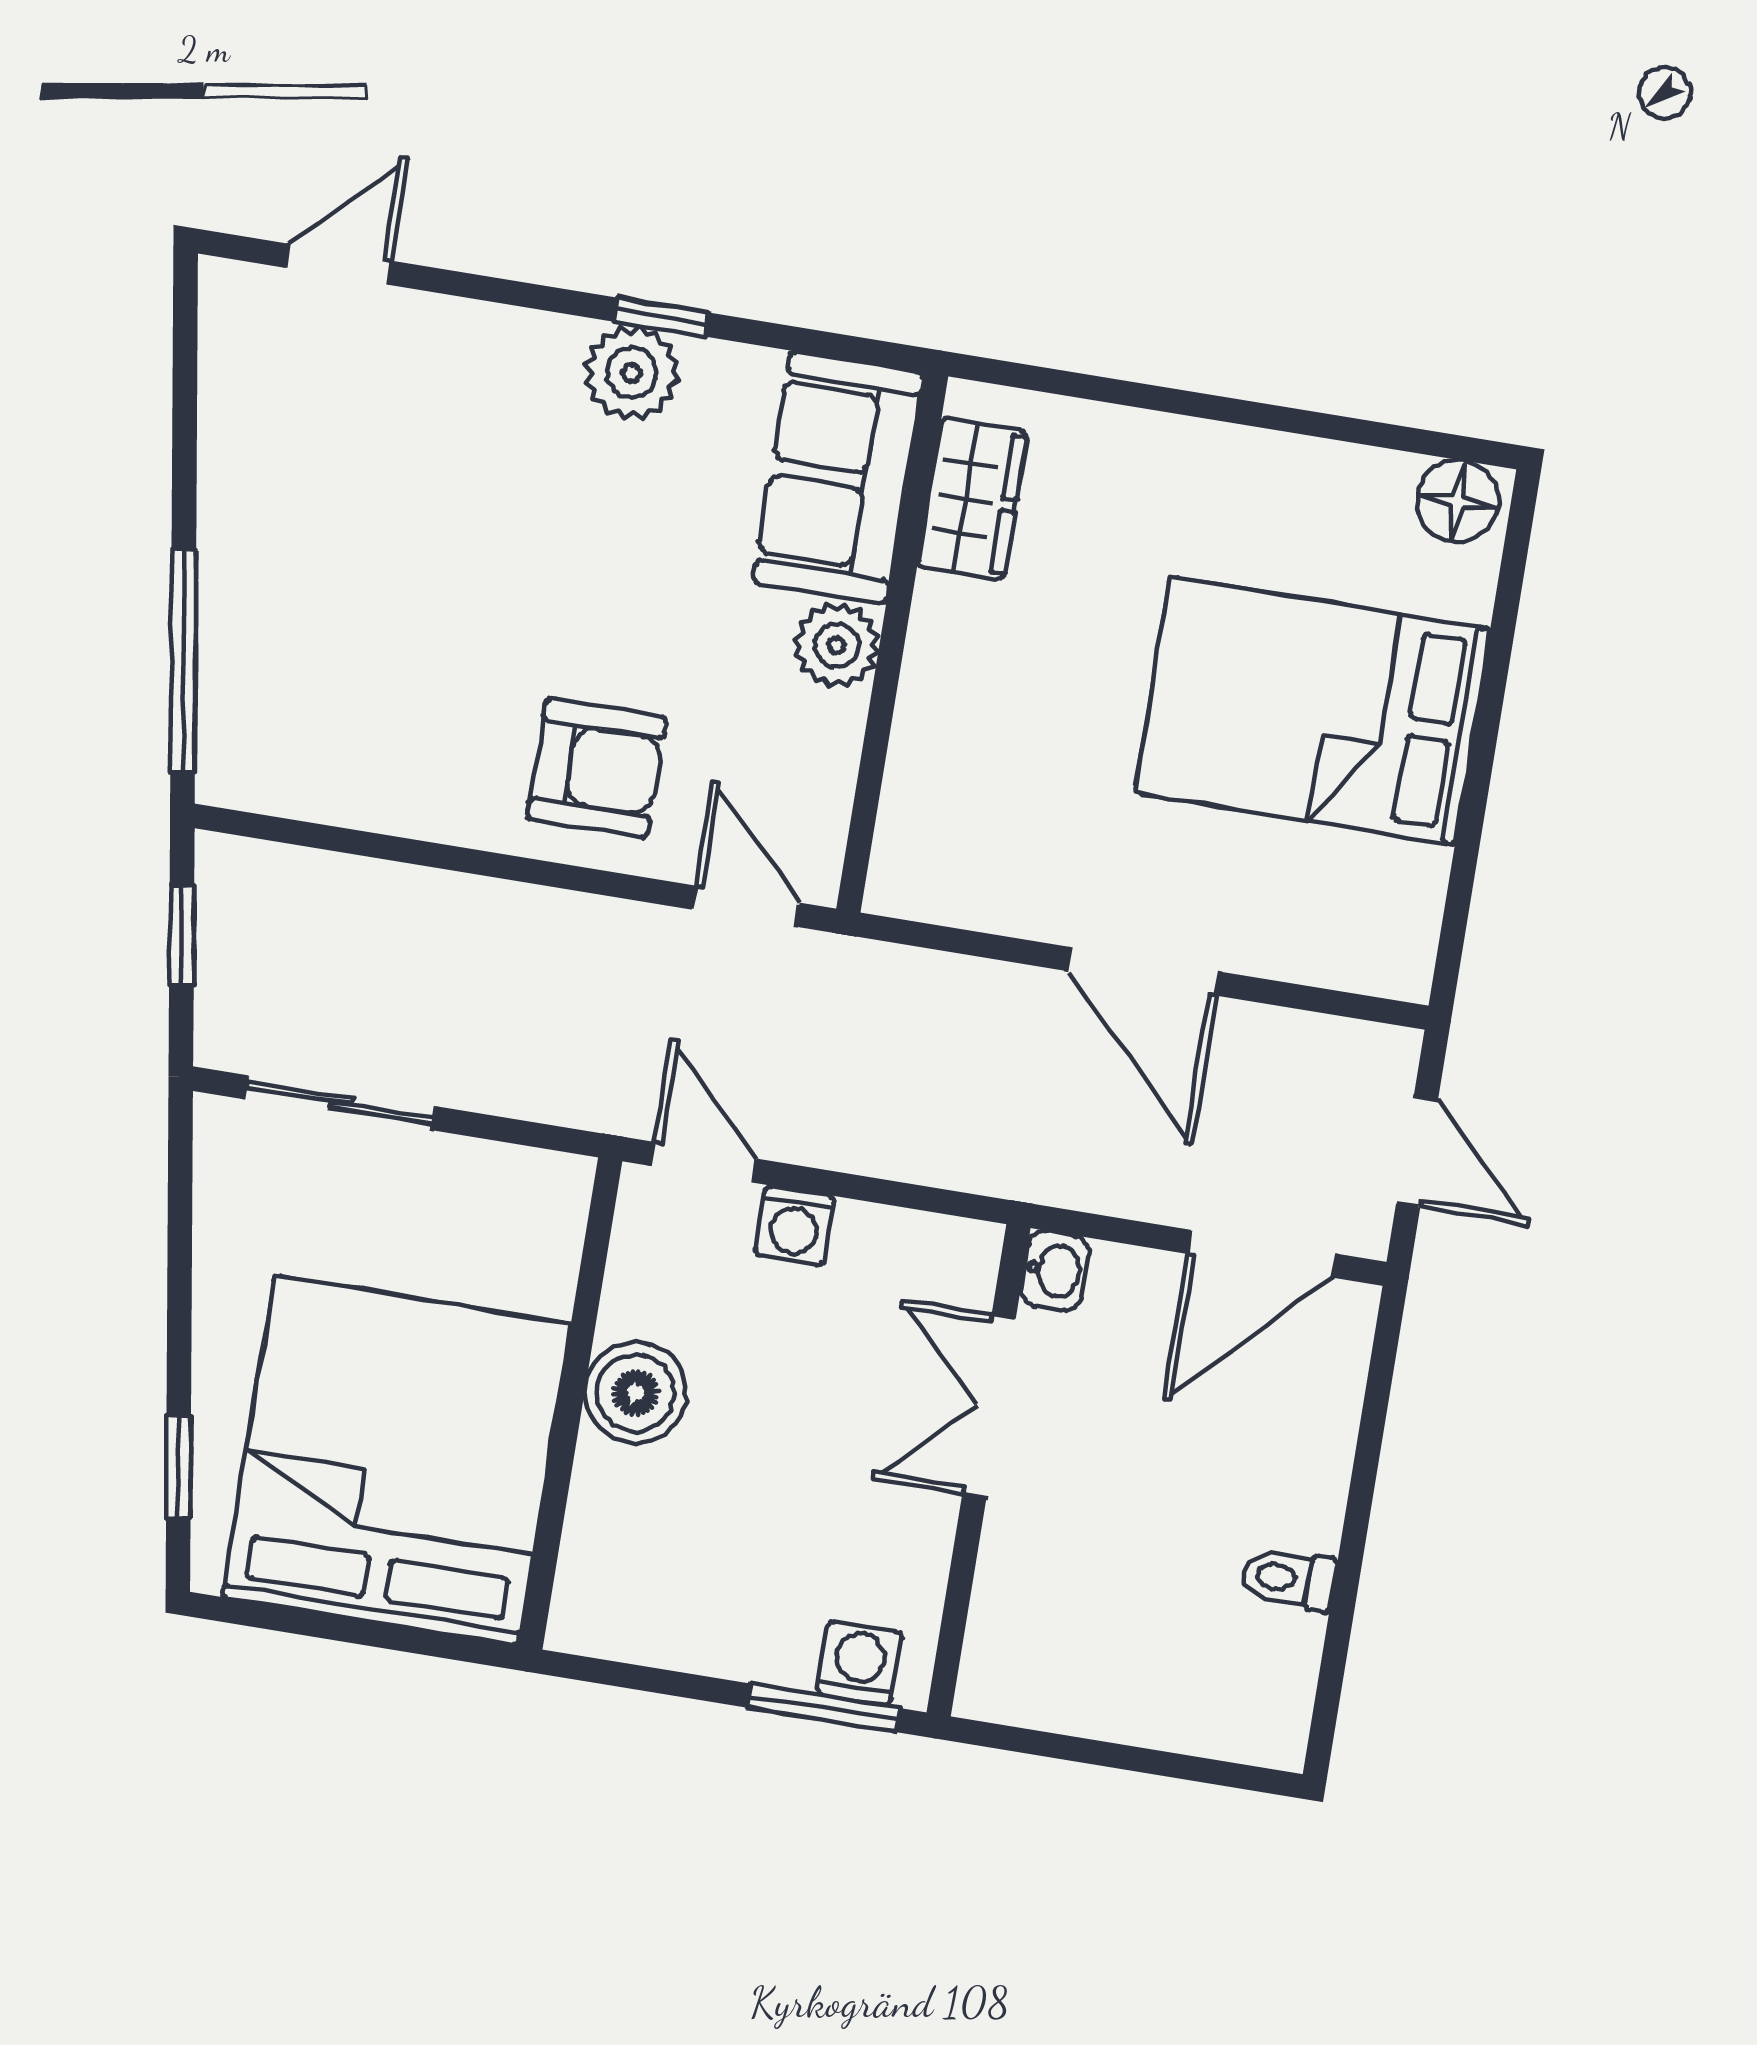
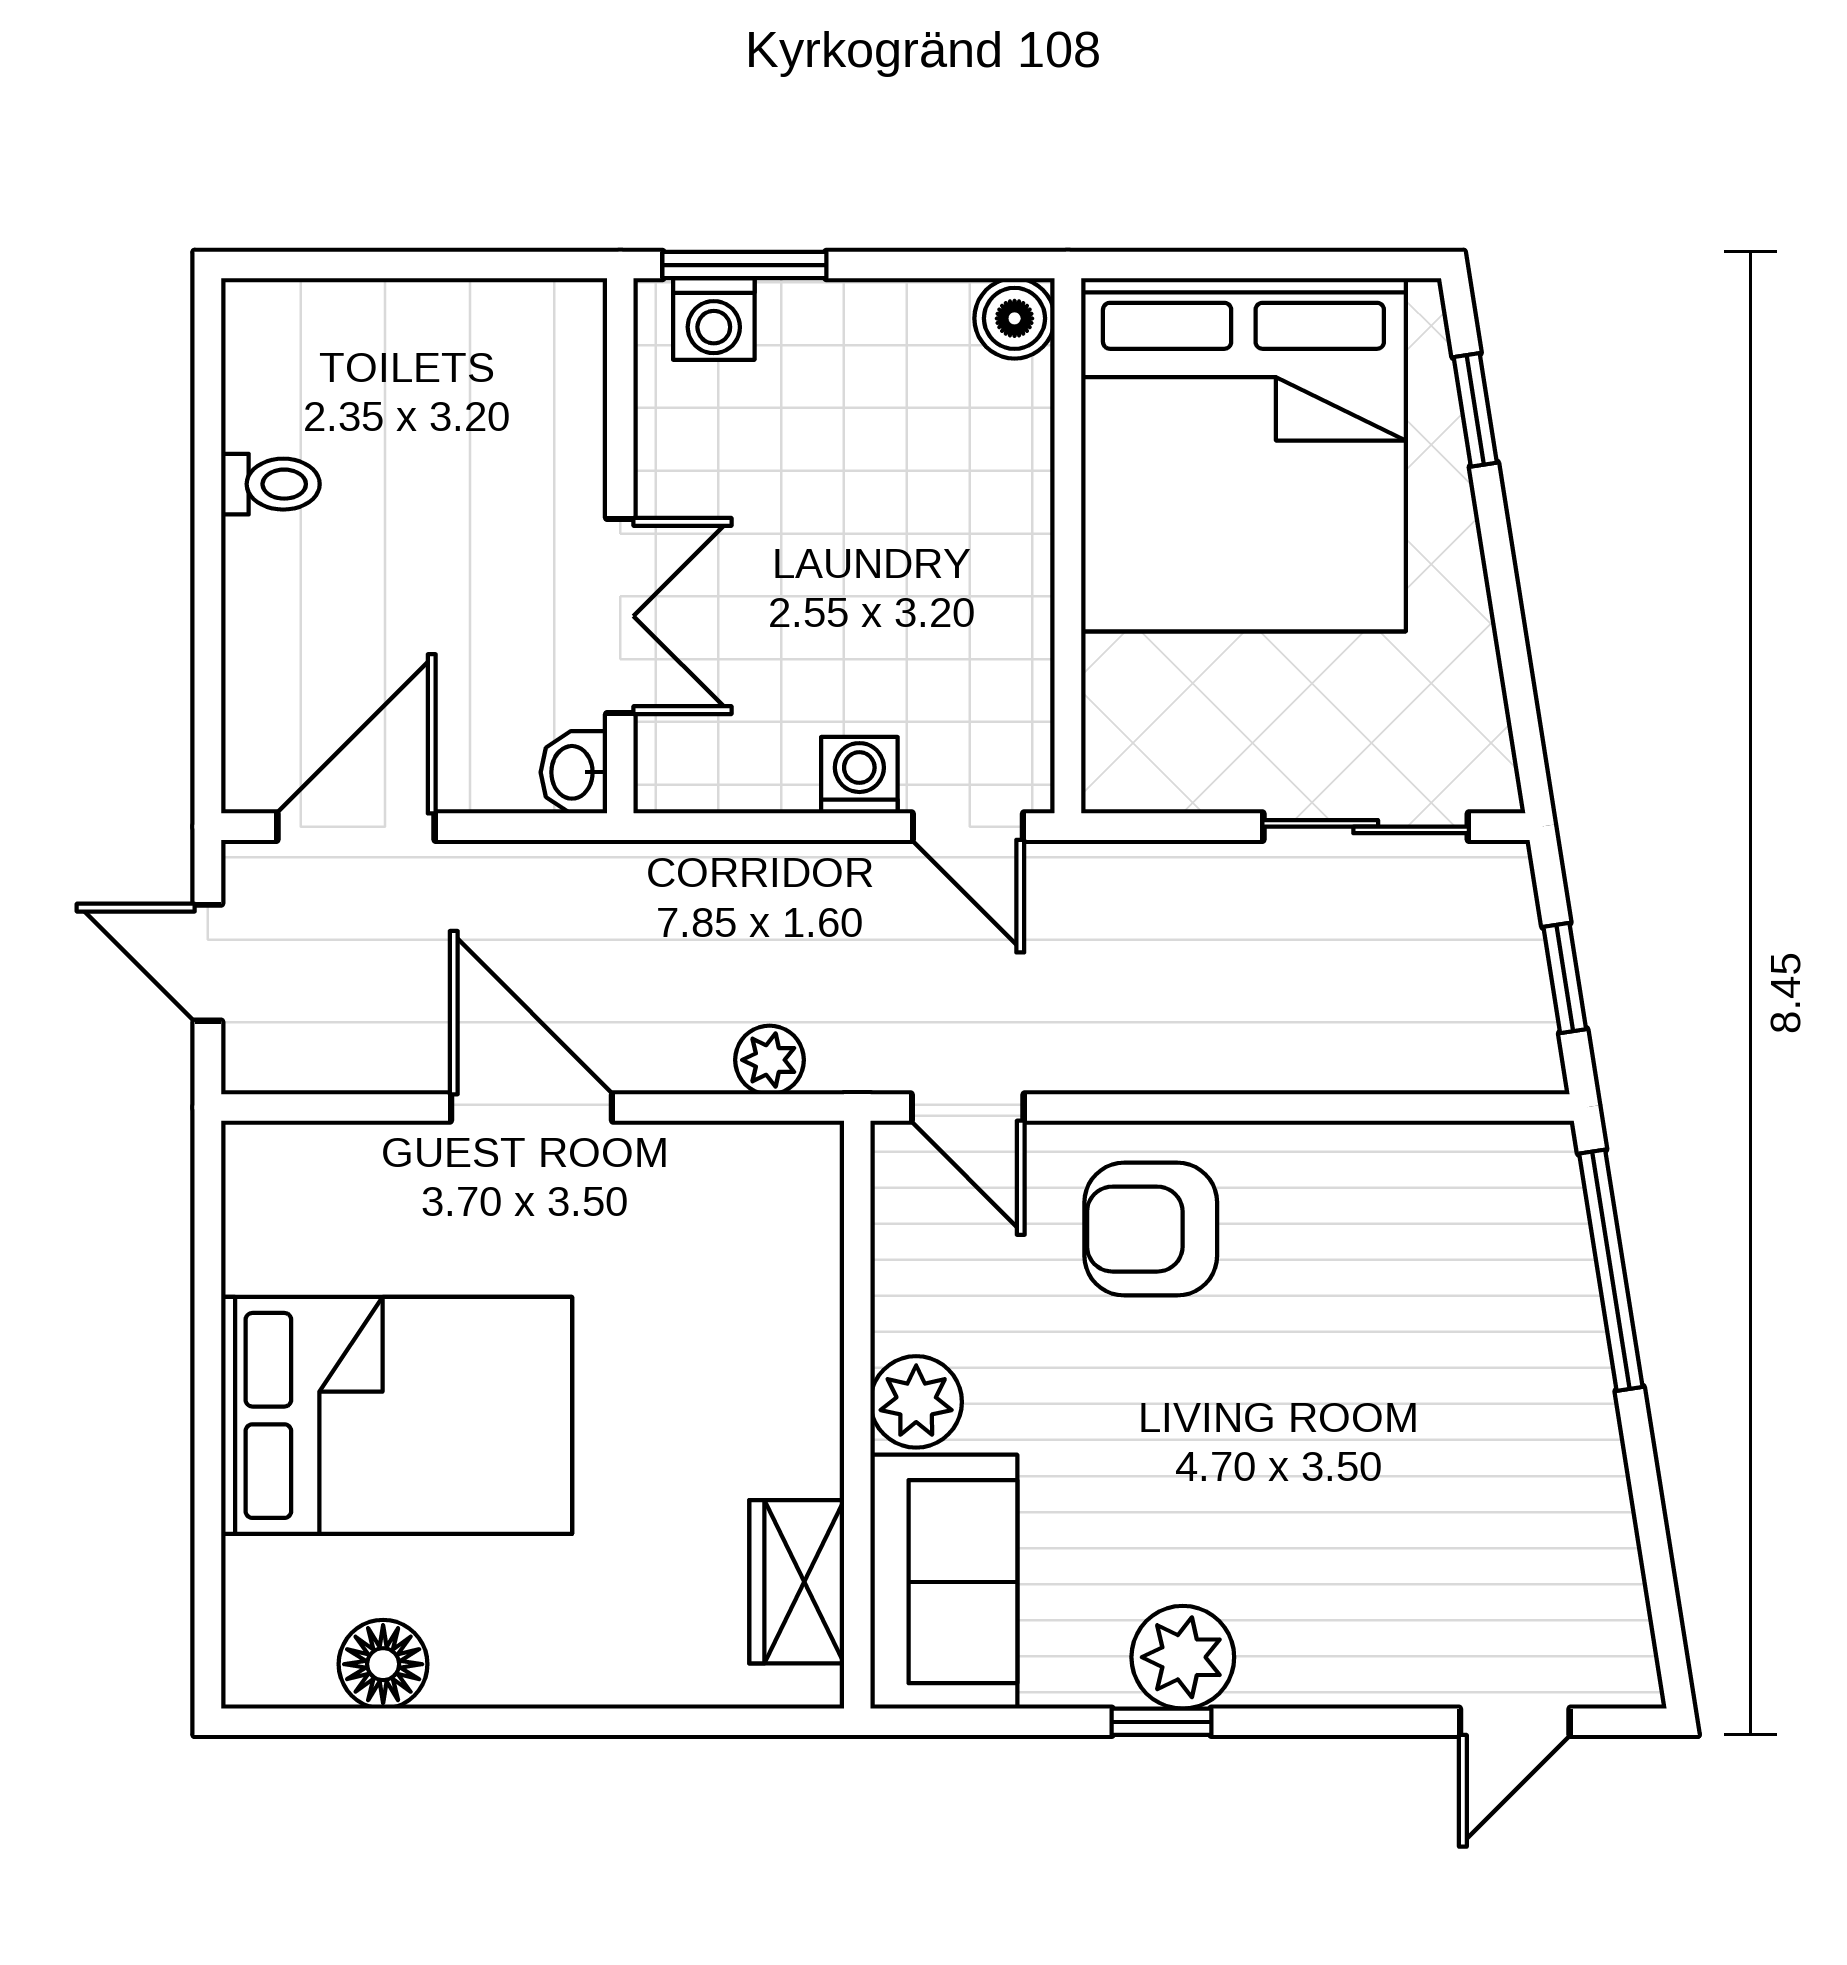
floor lamp: (1457, 501) -> (383, 1664), moved
plant: (919, 979) -> (770, 1060), added
boiler: (636, 1393) -> (1015, 318), moved, width x0.73, depth x0.73

